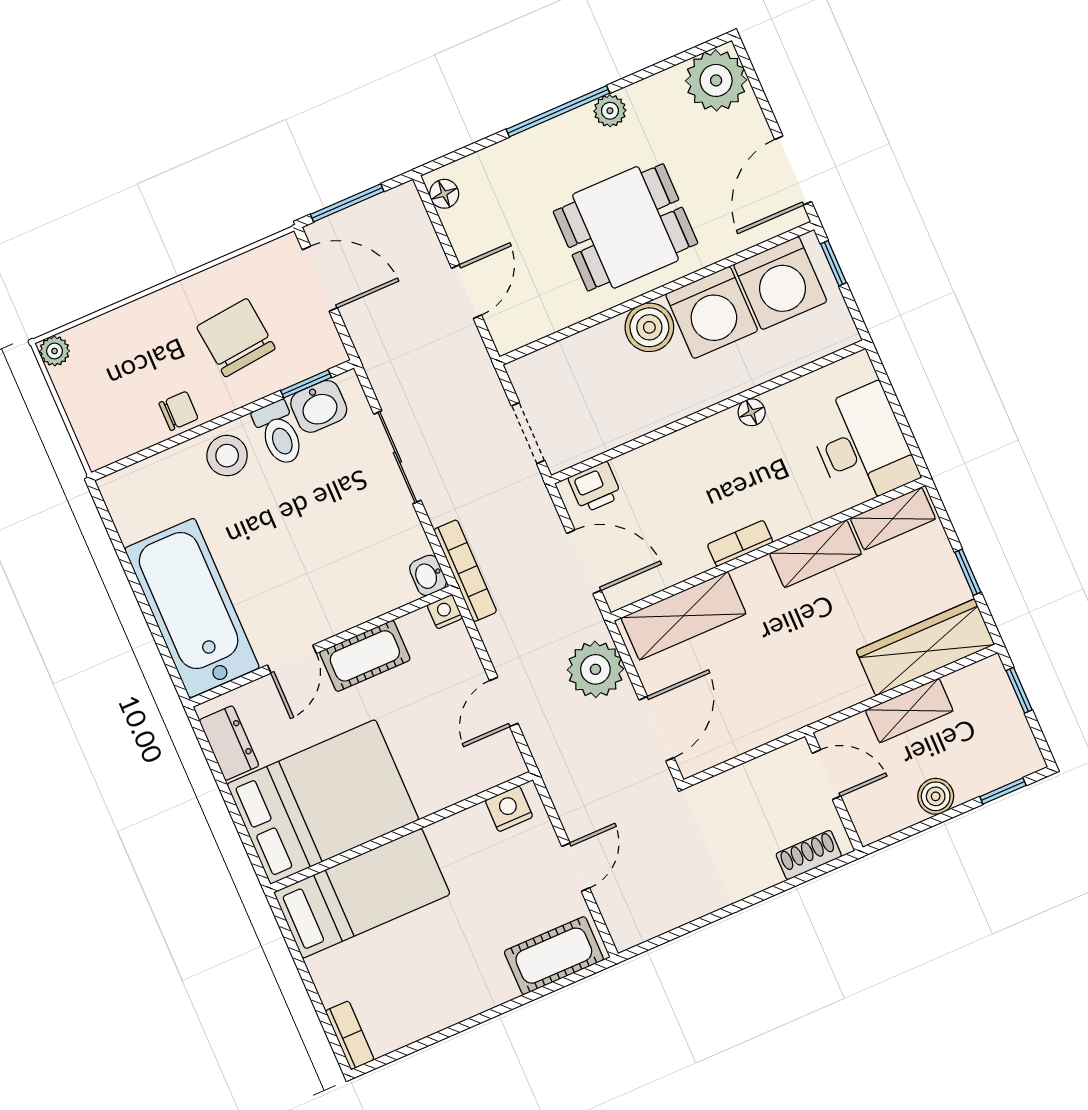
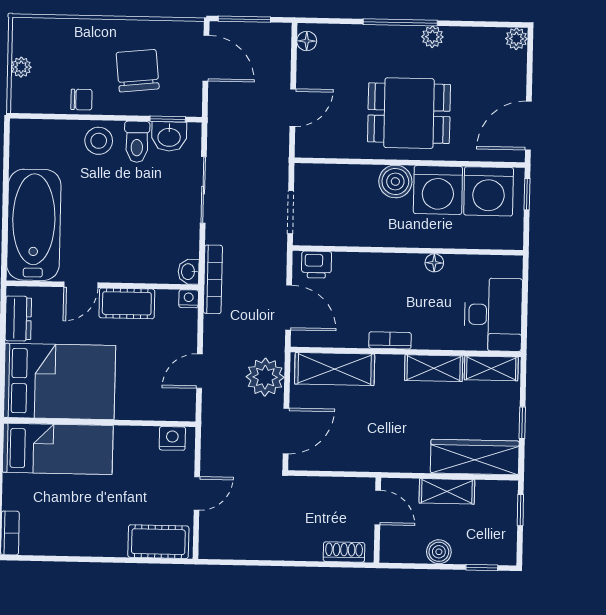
plant: (716, 80) -> (516, 39), width x0.53, depth x0.53
plant: (55, 351) -> (21, 67), moved

